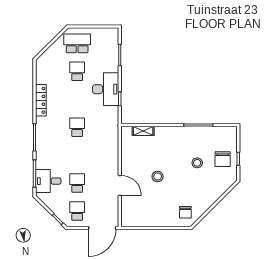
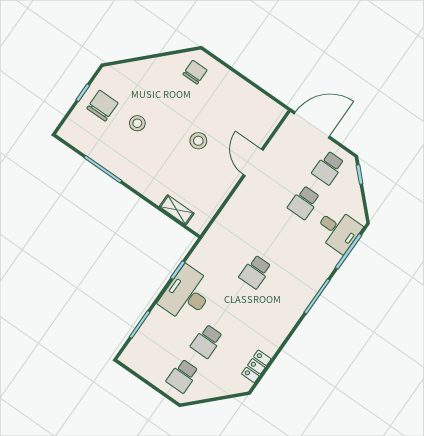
school desk: (77, 43) -> (182, 376), width x0.54
locker: (41, 100) -> (256, 366), moved, width x0.66

